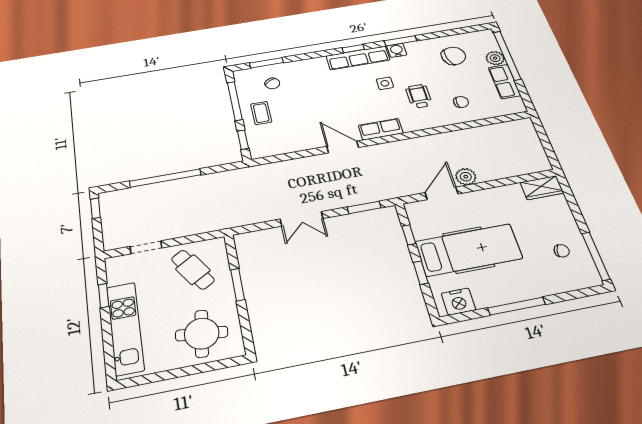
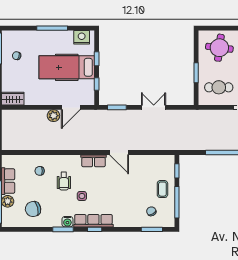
cafe table: (193, 270) -> (219, 87), turned -58

